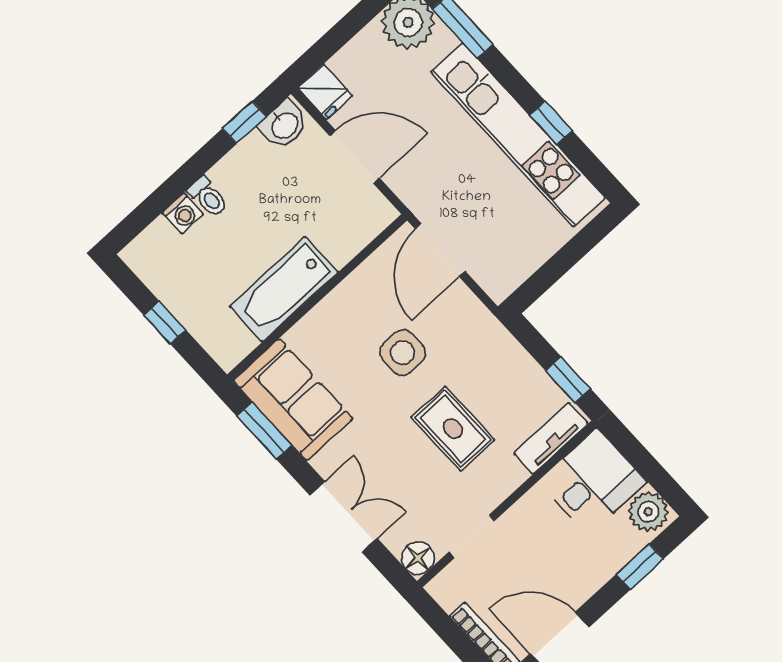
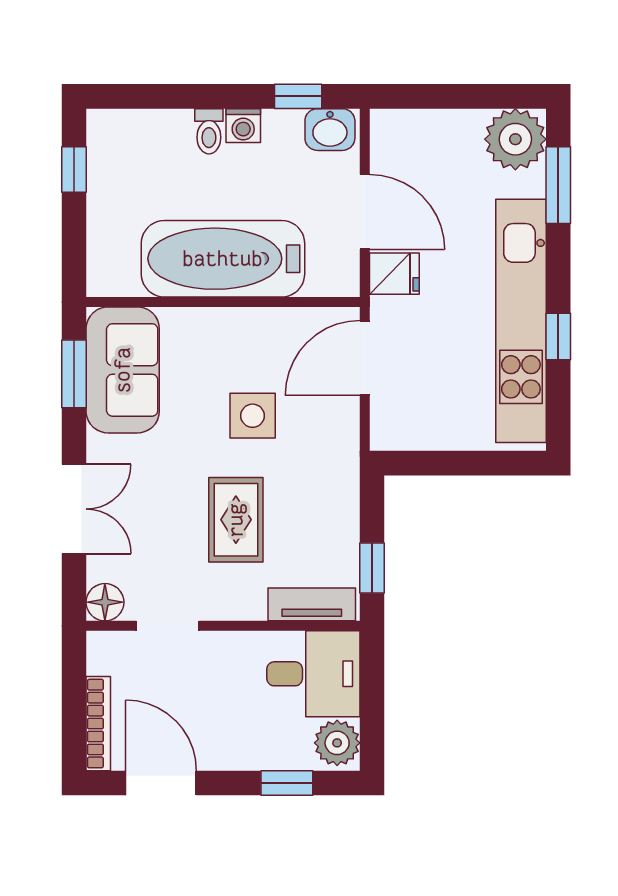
fridge: (325, 92) -> (394, 274), moved, turned -90
washing machine: (183, 213) -> (243, 126), moved
bathtub: (284, 289) -> (223, 259), width x1.36, depth x1.36
window: (165, 322) -> (74, 170), moved

